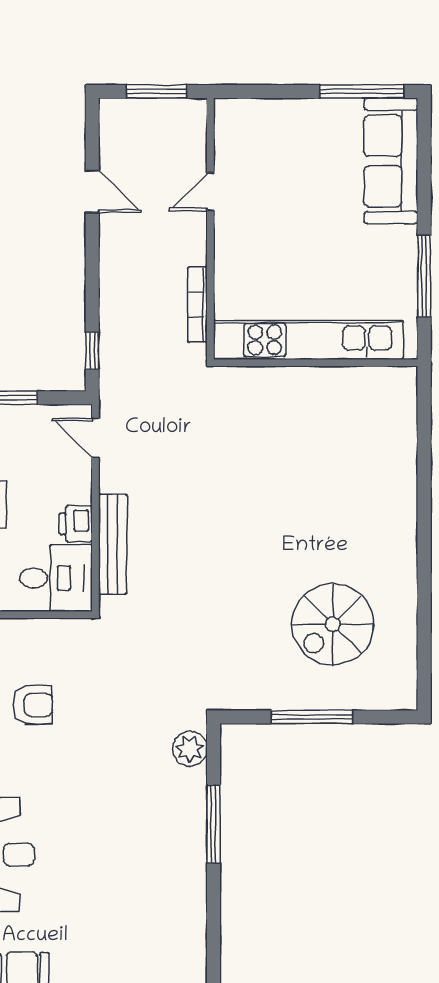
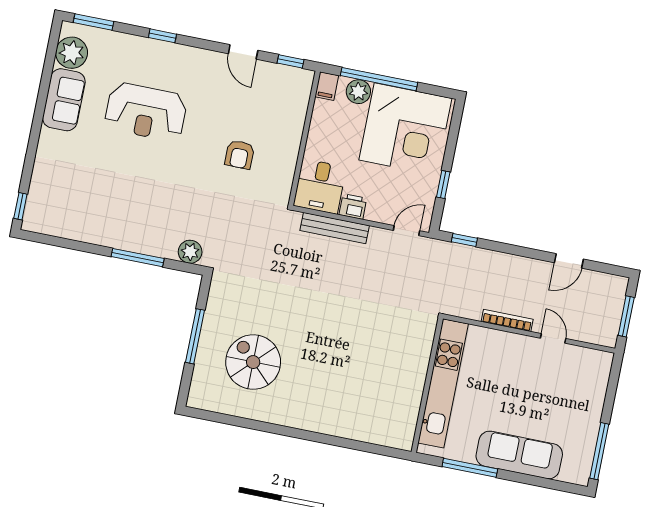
sofa: (391, 161) -> (519, 455), moved
bookcase: (197, 305) -> (507, 320), moved

